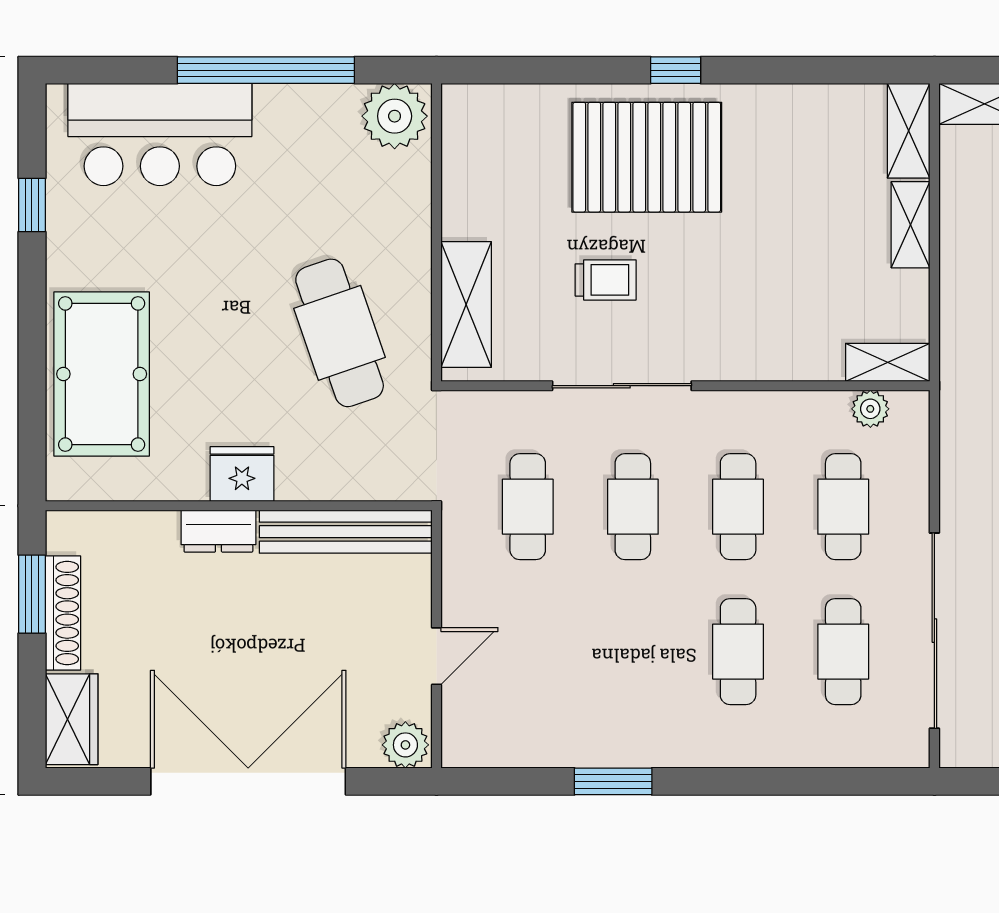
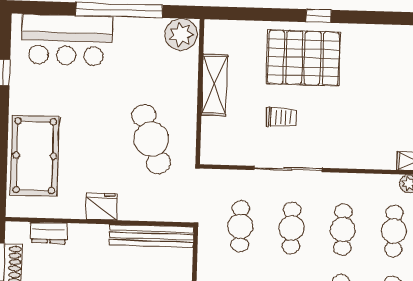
shelving: (466, 304) -> (214, 85), moved
dresser: (218, 531) -> (49, 233), moved

